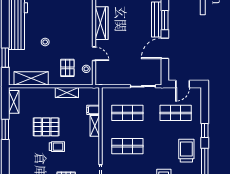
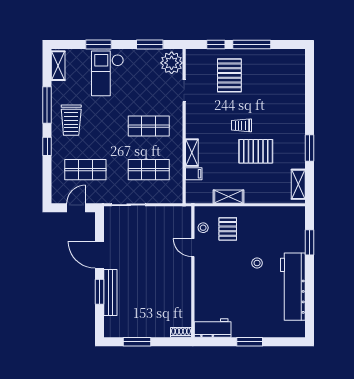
wardrobe: (101, 23) -> (183, 288), removed
door: (165, 48) -> (100, 255), swing flipped
shelving: (31, 78) -> (275, 215), removed

